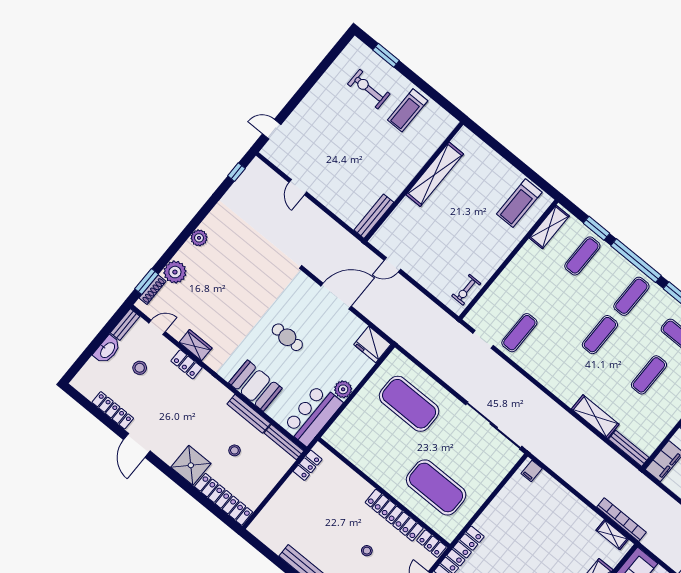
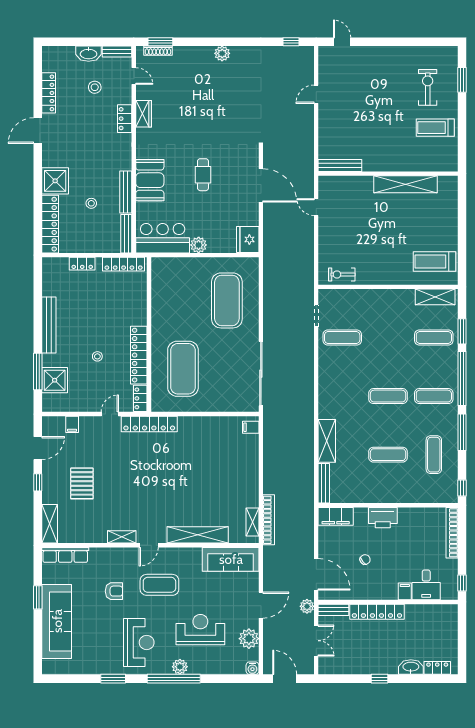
plant: (175, 272) -> (184, 56), removed
locker: (308, 465) -> (124, 264), width x1.53
locker: (279, 500) -> (82, 264), added

